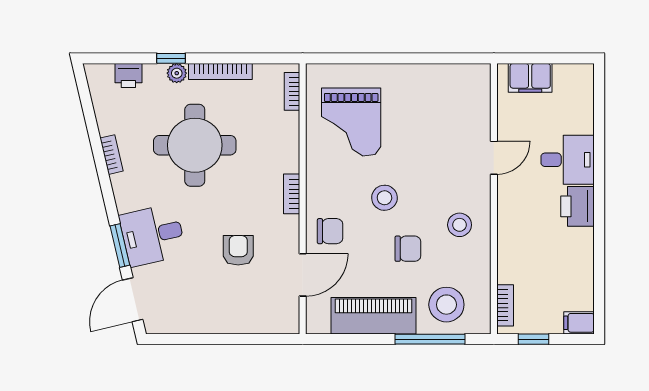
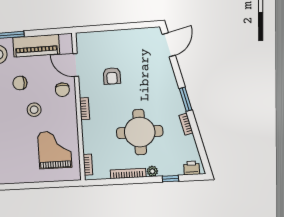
window: (171, 58) -> (170, 179), moved
printer: (128, 76) -> (192, 168), moved
chair: (330, 231) -> (62, 90), turned -90
desk: (153, 235) -> (160, 81), removed
window: (120, 245) -> (186, 99), moved
door: (303, 275) -> (76, 65), hinge flipped

